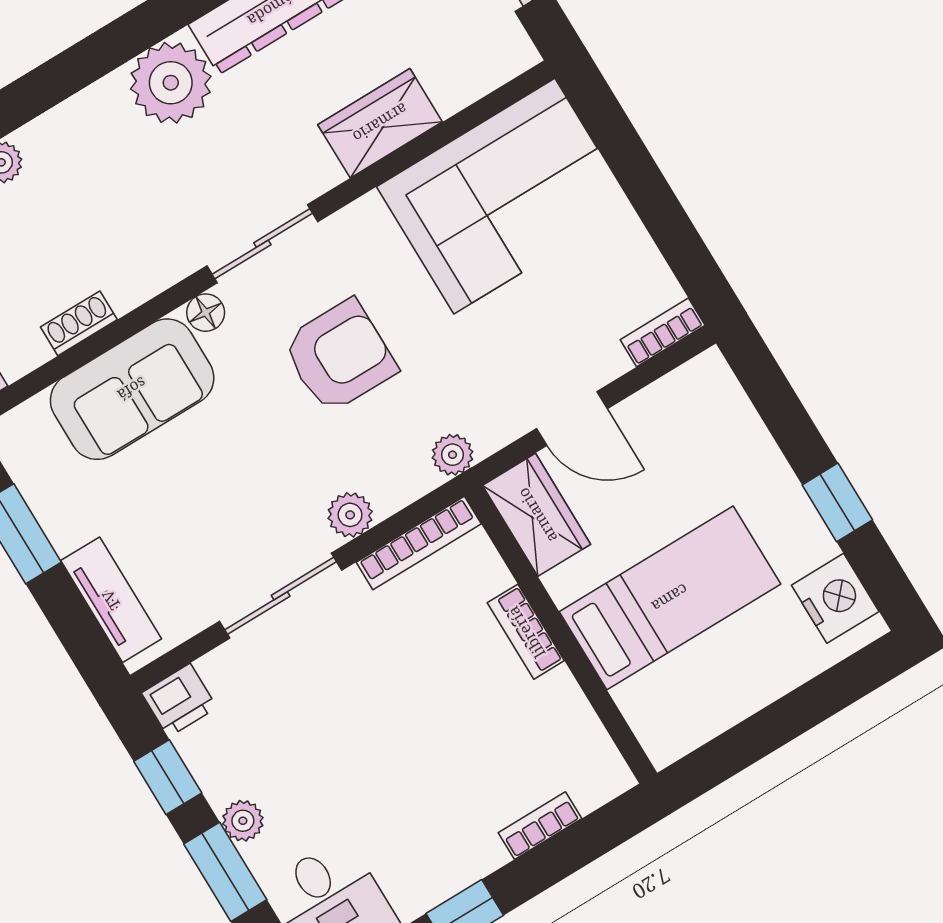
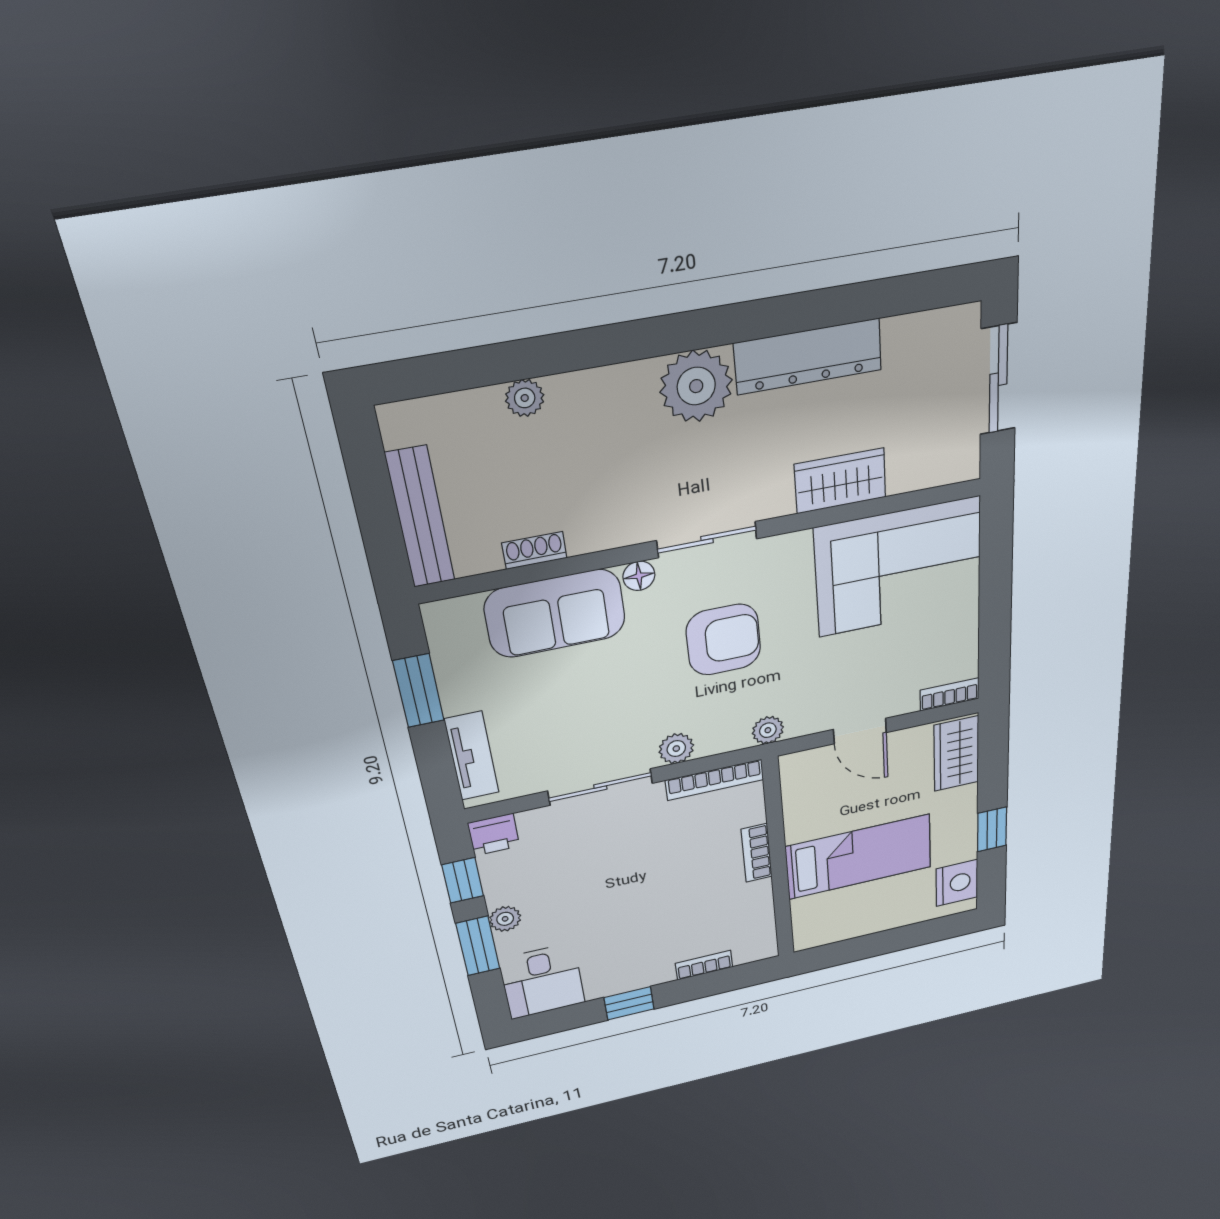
wardrobe: (537, 515) -> (956, 754), moved, turned 180

